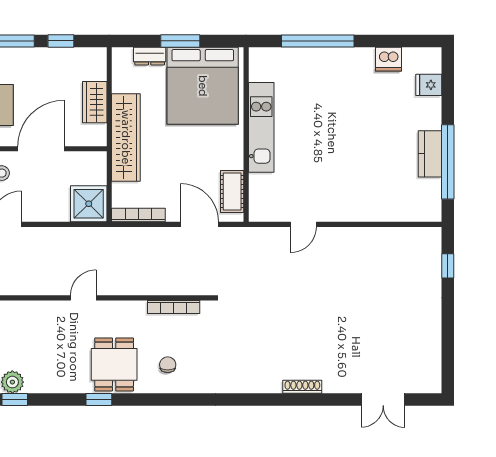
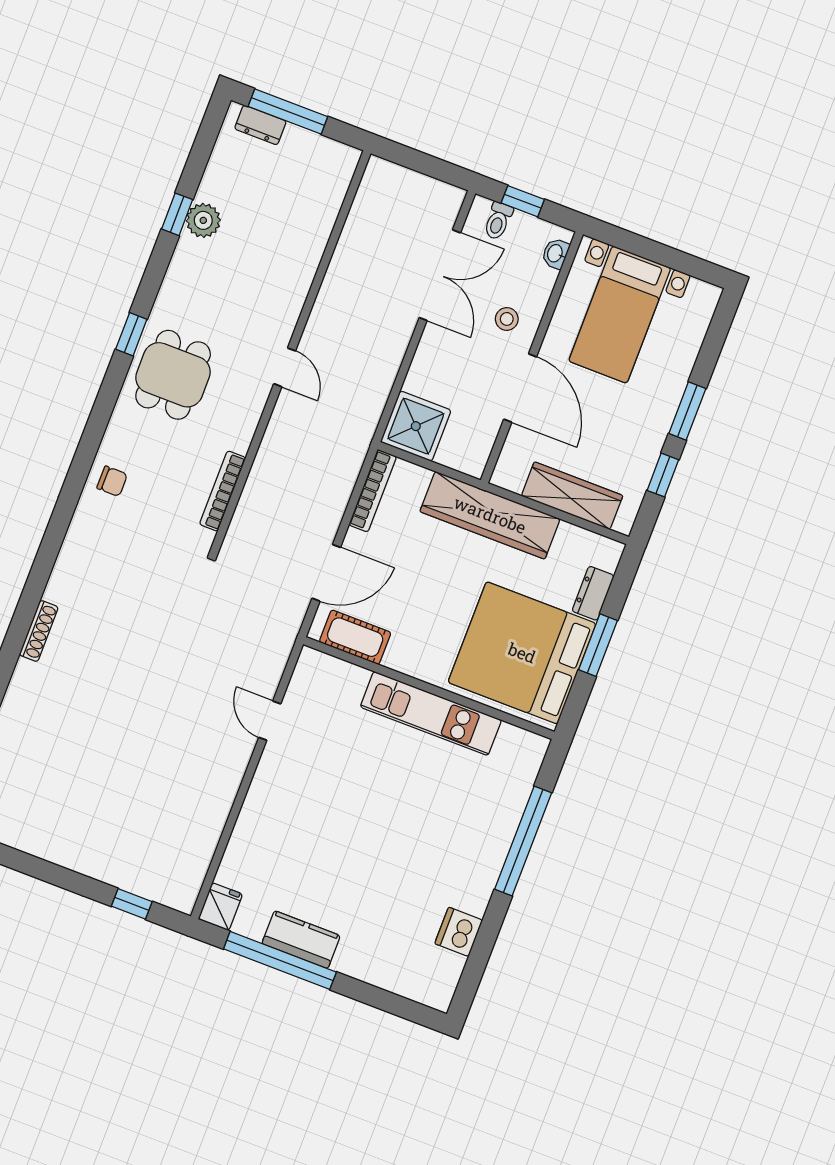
fridge: (429, 85) -> (220, 907), moved
wardrobe: (95, 102) -> (572, 496), width x1.50
dining table: (114, 364) -> (173, 375), turned 90
chair: (168, 365) -> (112, 481), moved

